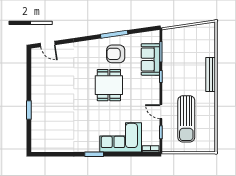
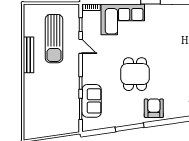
armchair: (116, 54) -> (154, 108), moved, turned -90
bench: (211, 75) -> (29, 55), moved
sun lounger: (186, 119) -> (54, 39), turned 180

